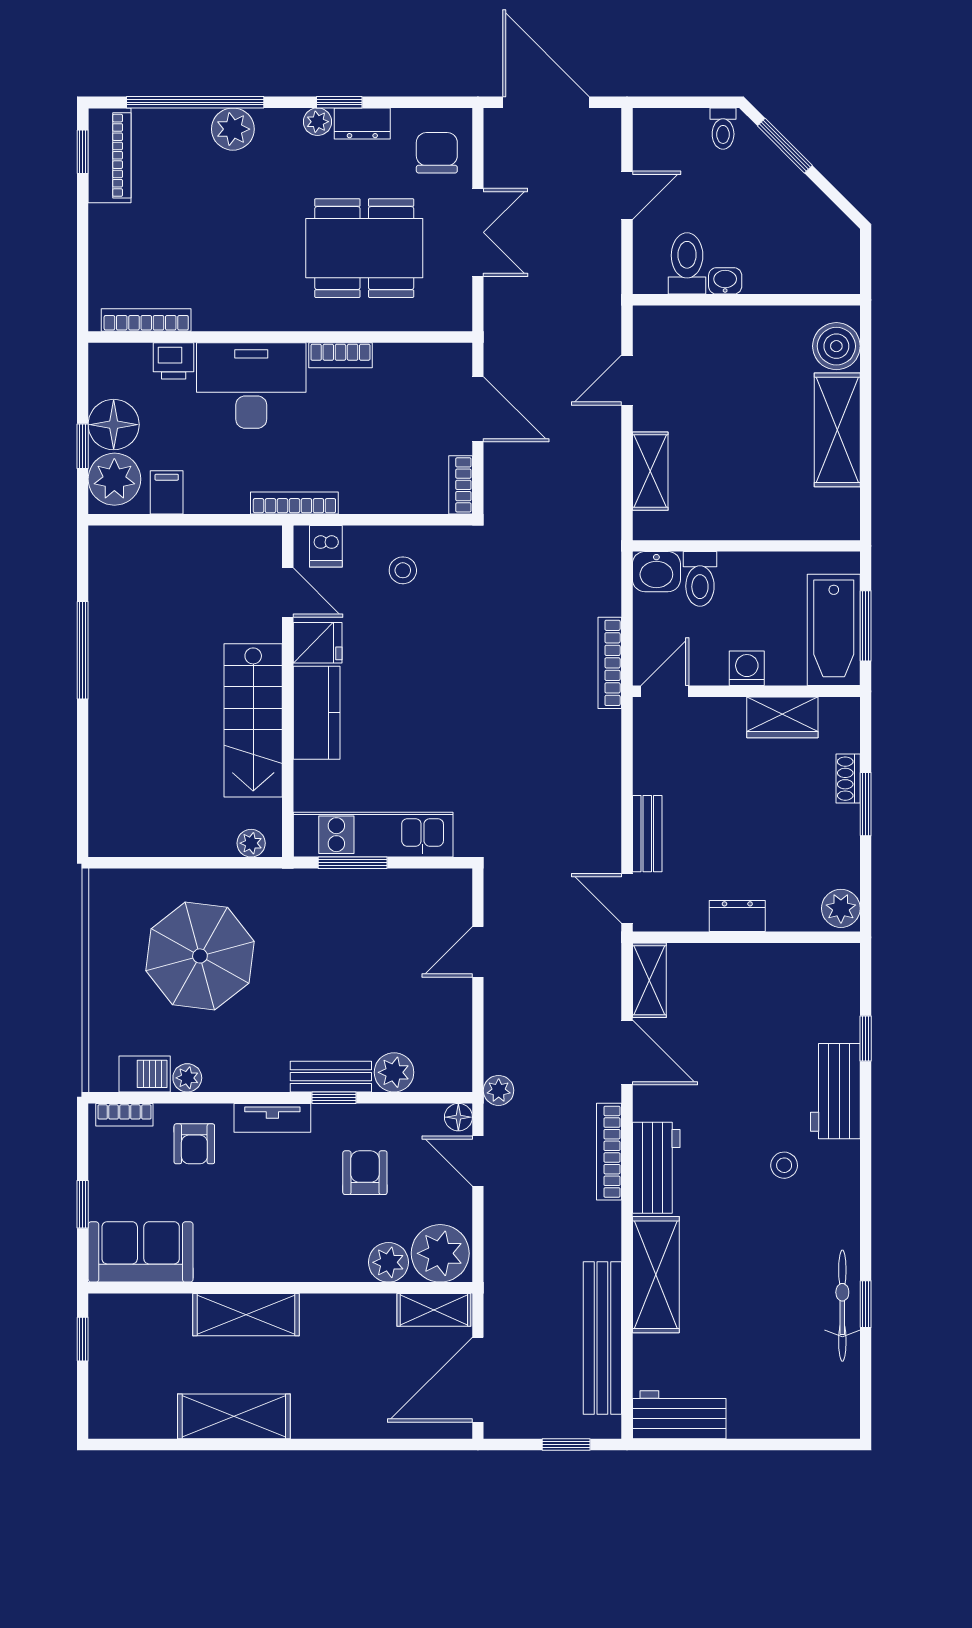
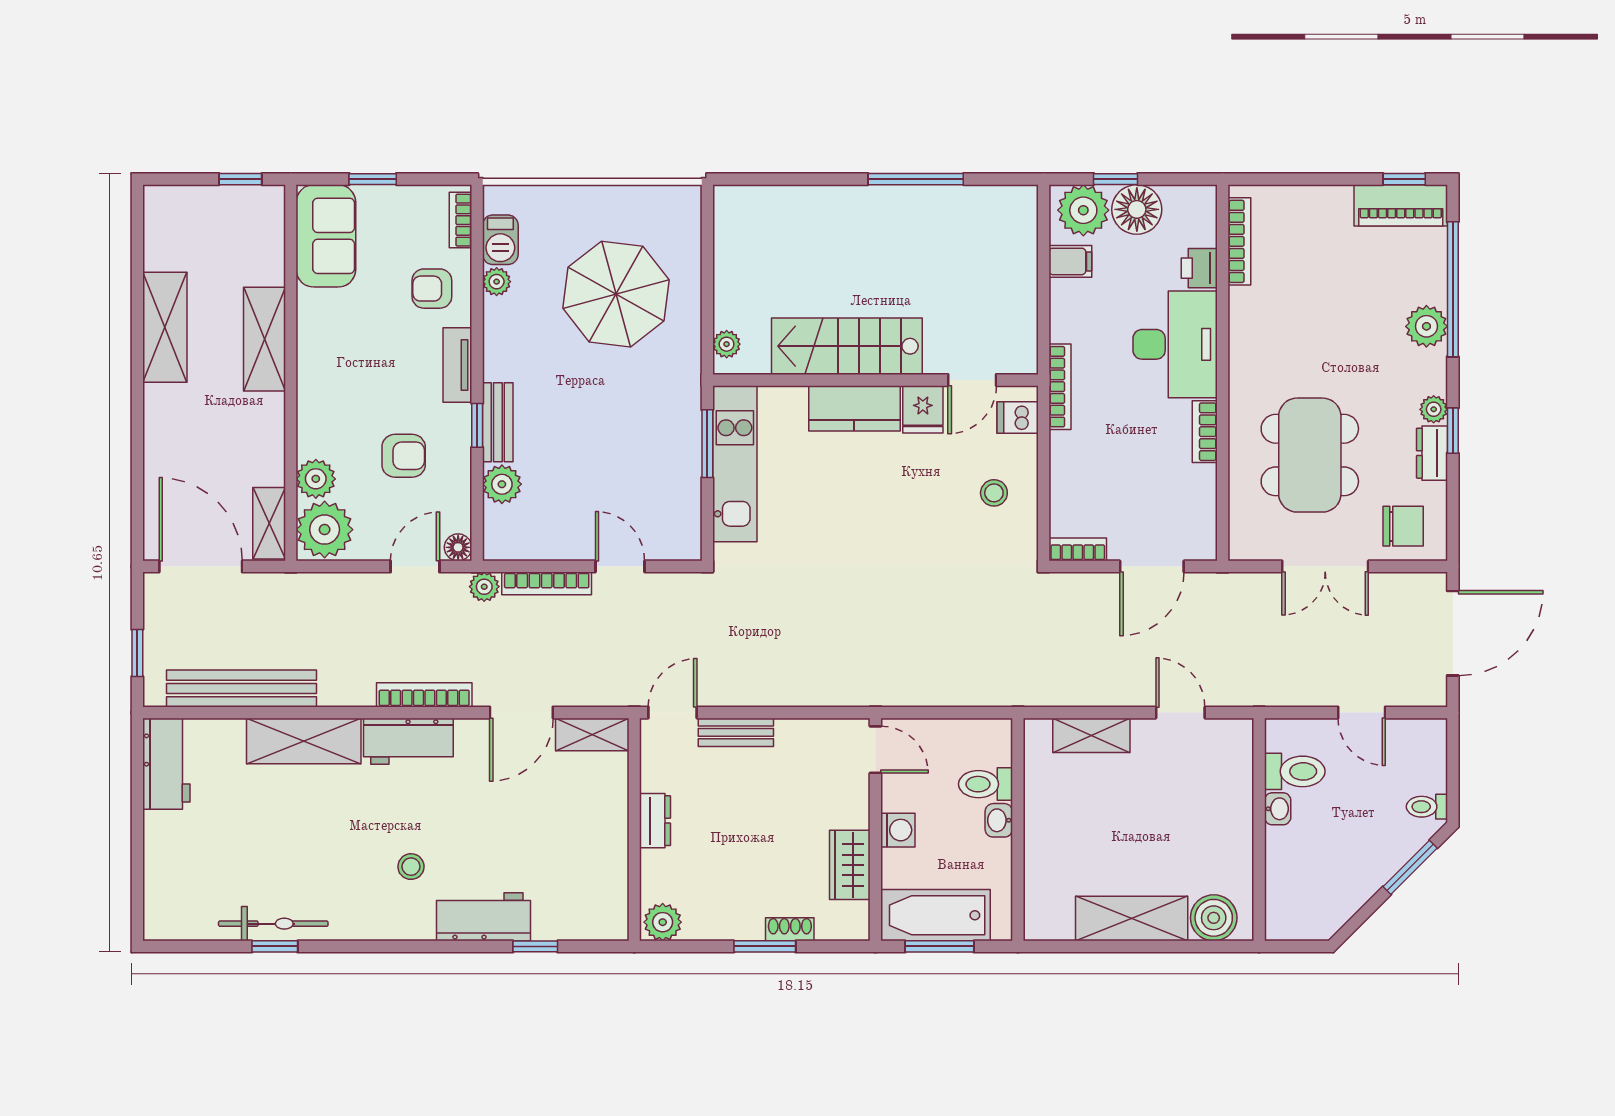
washbasin: (656, 572) -> (999, 820), moved, width x0.72, depth x0.69
bookcase: (610, 663) -> (547, 583), moved, turned 180

